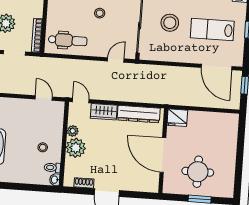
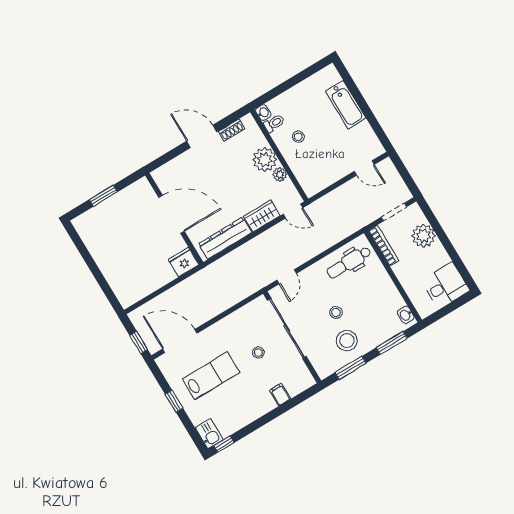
stool: (170, 23) -> (258, 353), width x0.53, depth x0.53
door: (44, 98) -> (364, 168), moved
round table: (198, 172) -> (125, 222), removed

